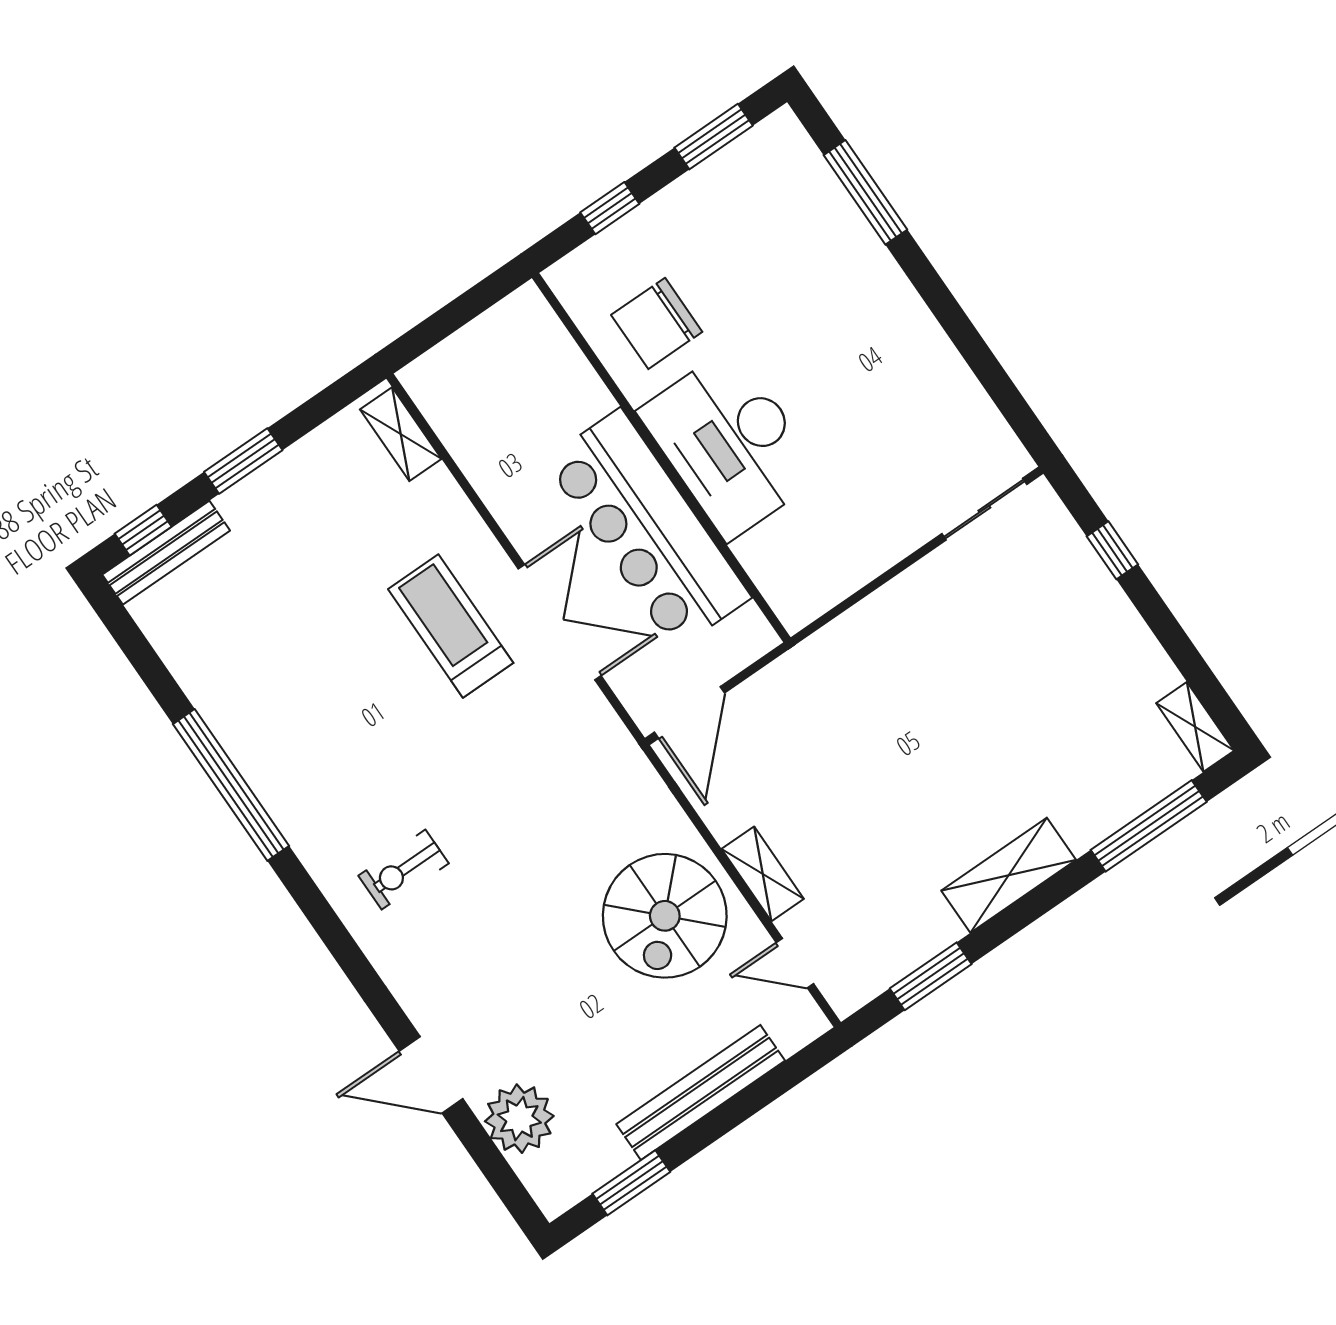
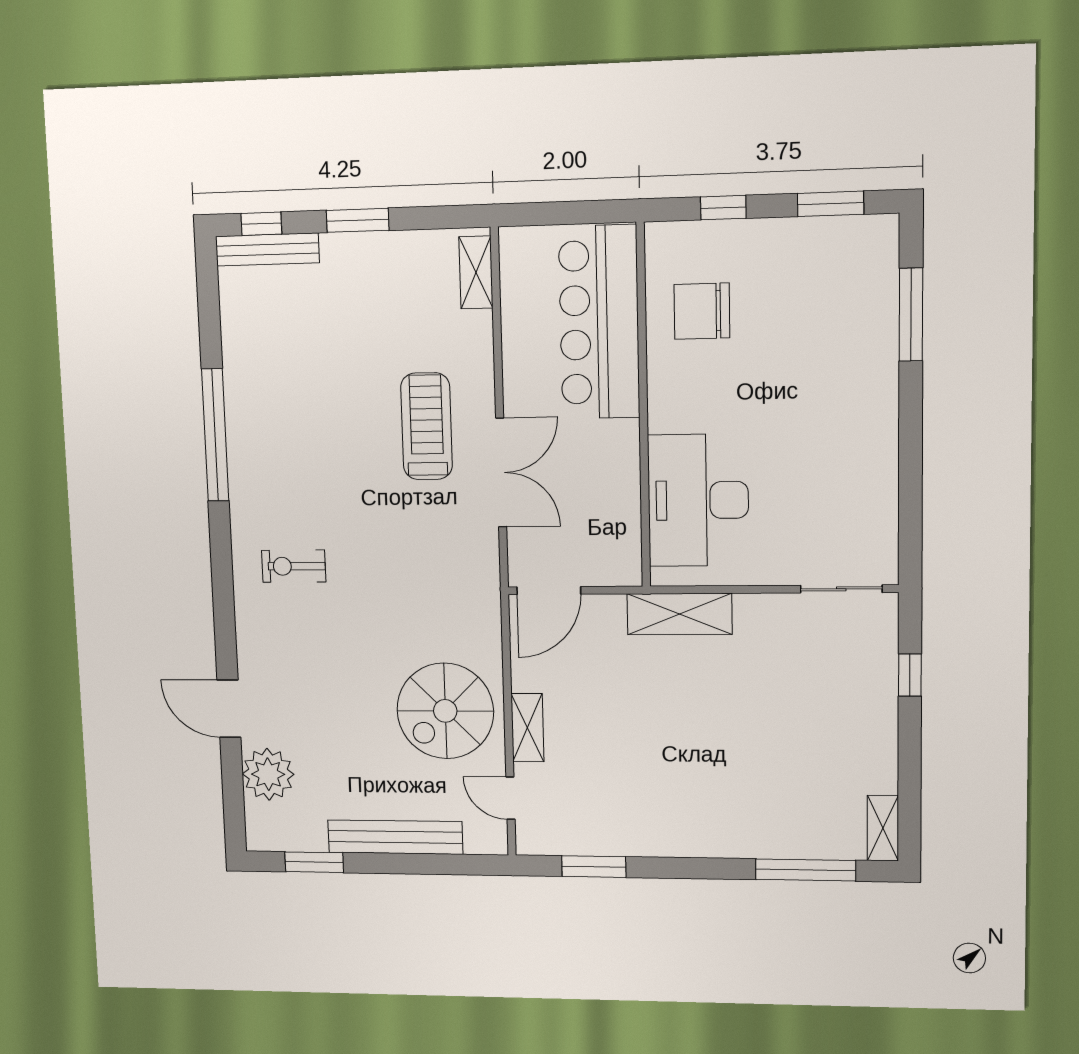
desk: (730, 443) -> (698, 500), moved
bar counter: (648, 529) -> (599, 322), moved
shelving: (1009, 875) -> (679, 614), moved

